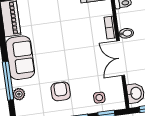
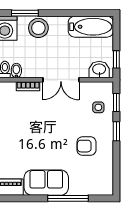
bidet: (126, 33) -> (16, 71), moved
plant: (19, 94) -> (83, 189), removed

